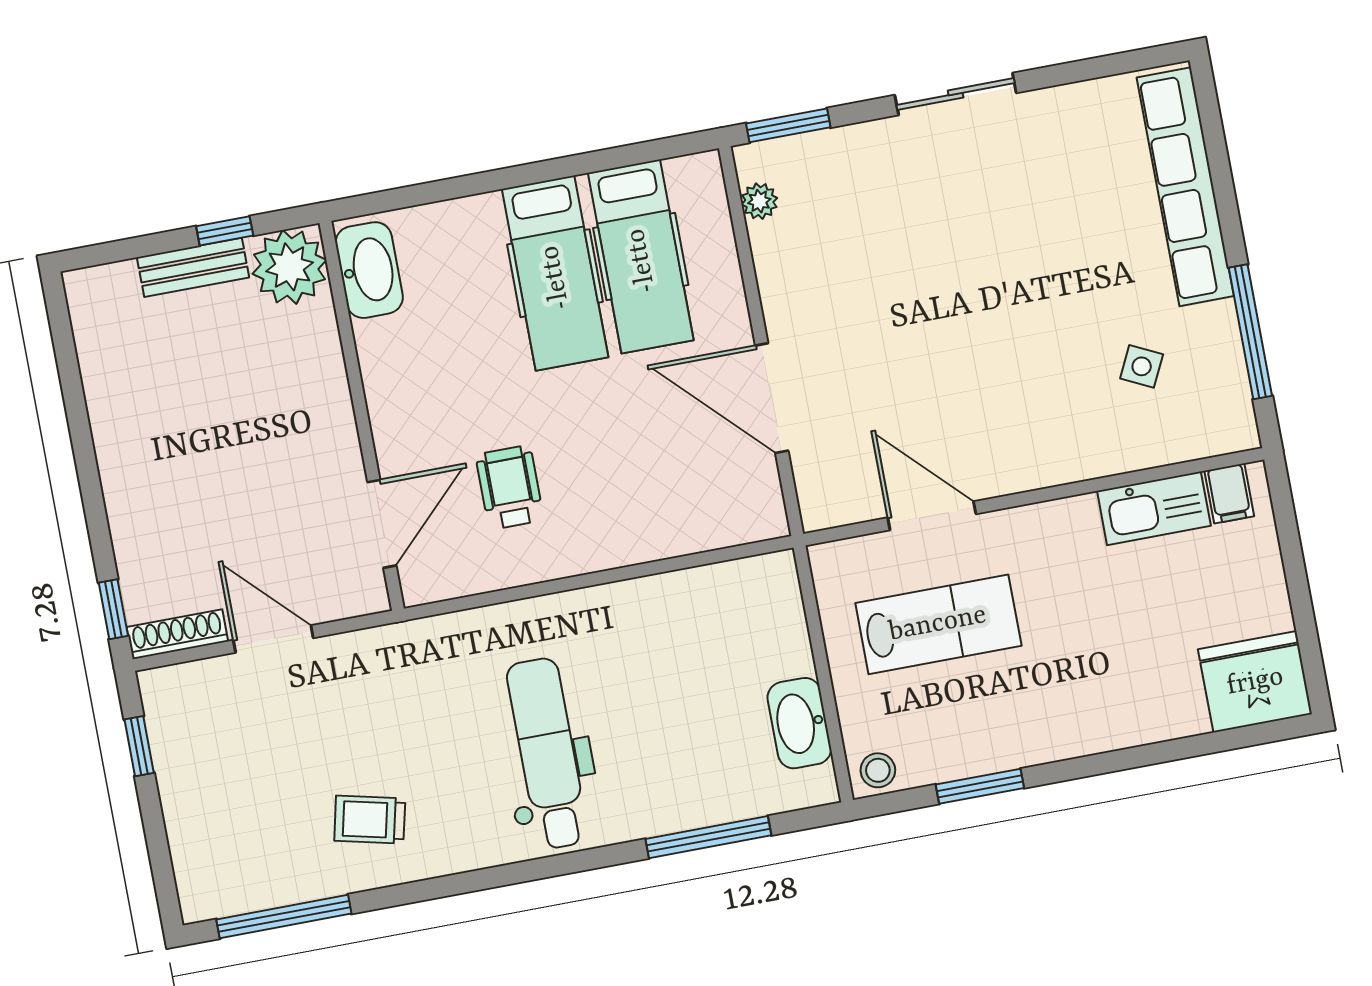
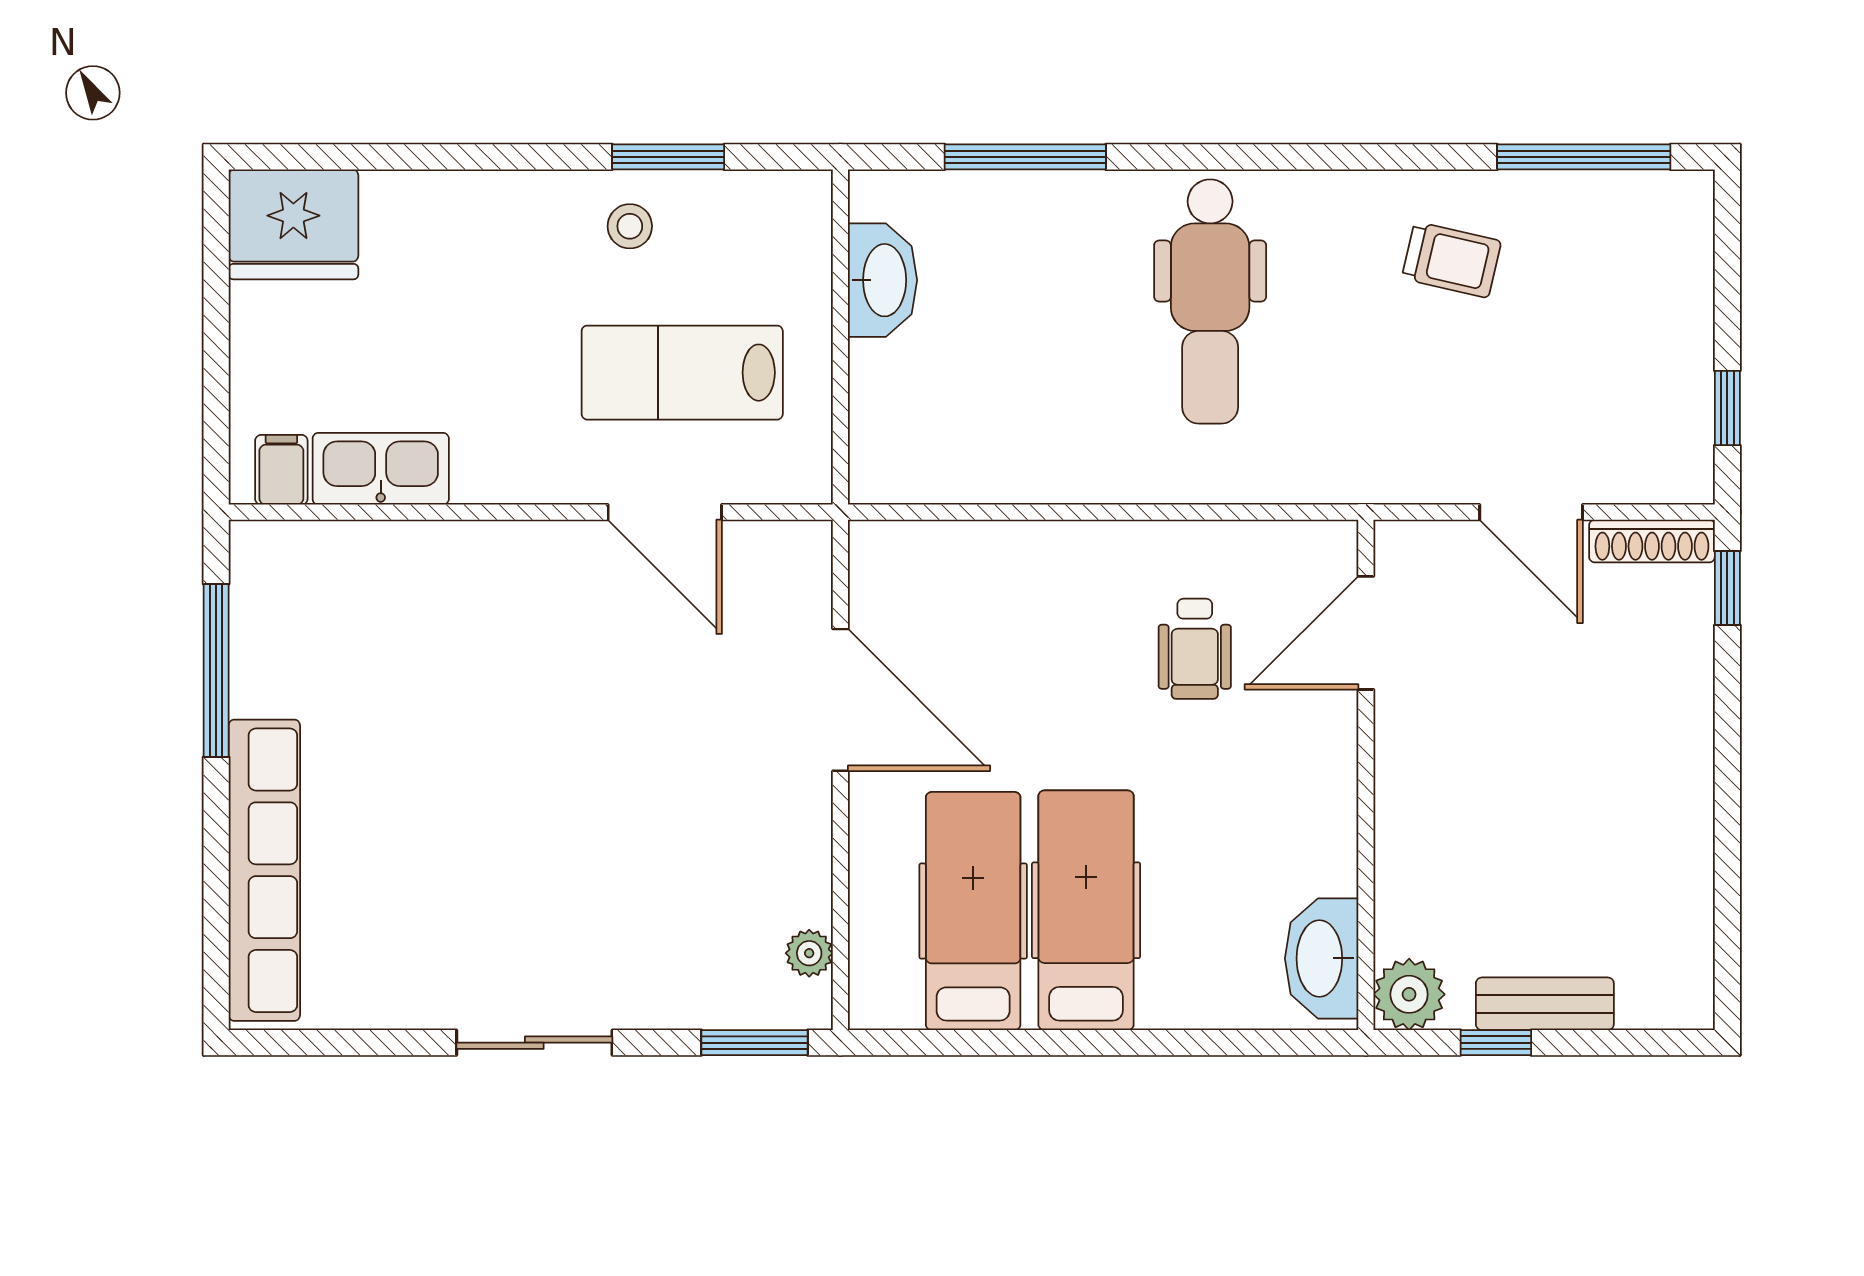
plant: (290, 267) -> (1409, 994), width x0.73, depth x0.73
side table: (1142, 366) -> (363, 652), removed
stool: (878, 770) -> (630, 226), moved

